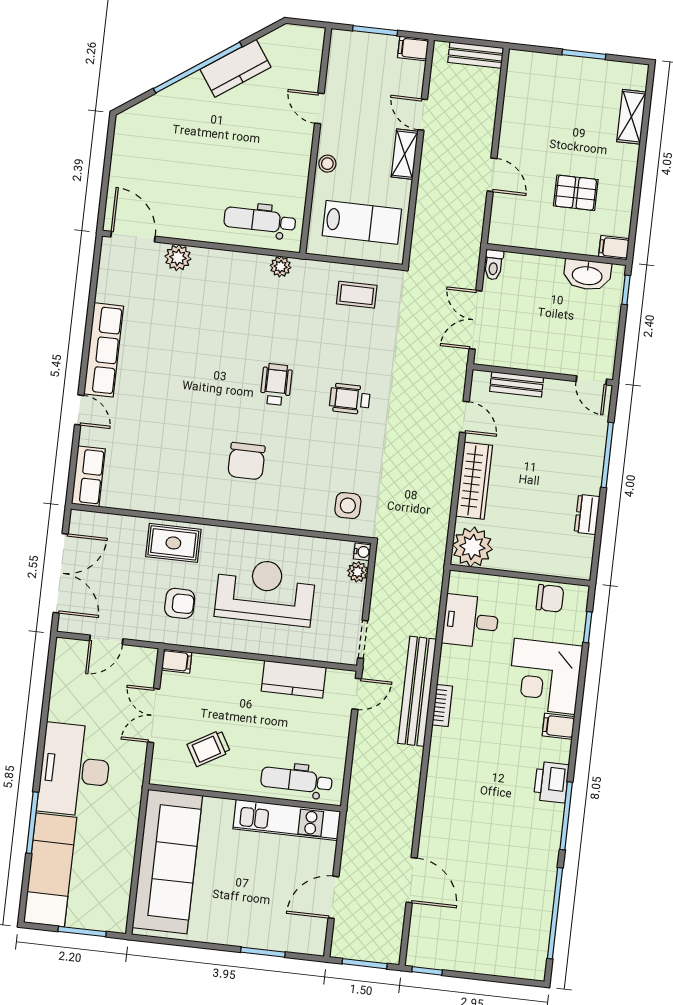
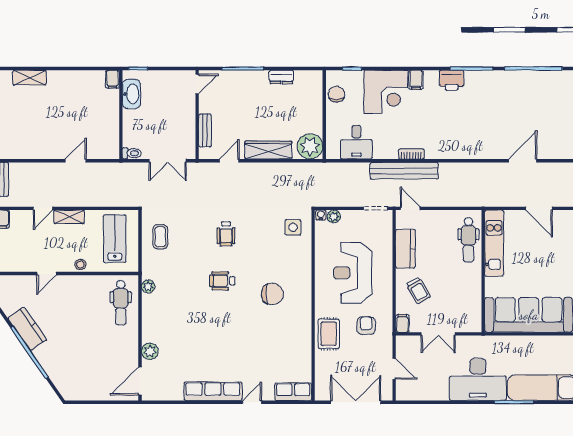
pallet: (576, 193) -> (81, 107), removed
trolley: (209, 748) -> (418, 290), moved

